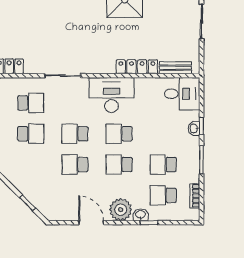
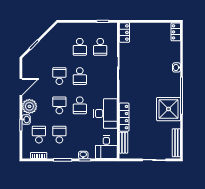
desk: (111, 95) -> (105, 113), moved
school desk: (75, 134) -> (80, 76), turned 180
school desk: (119, 134) -> (80, 105), turned 180

